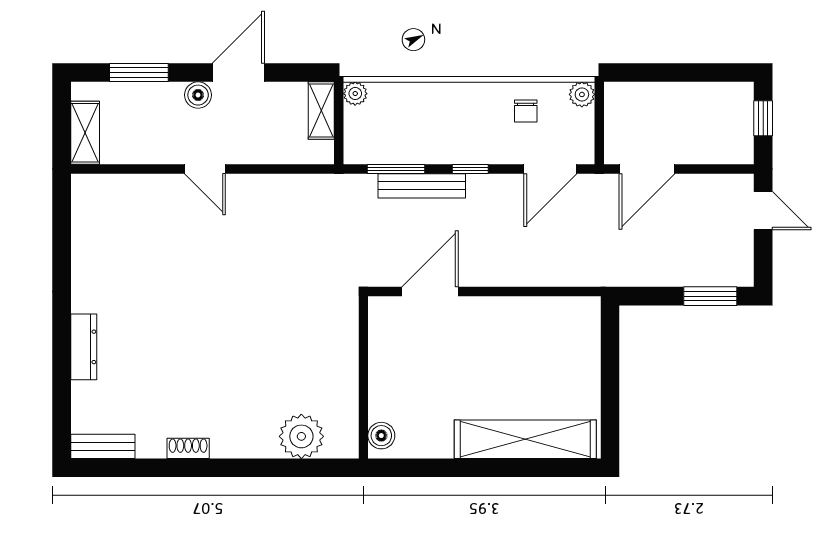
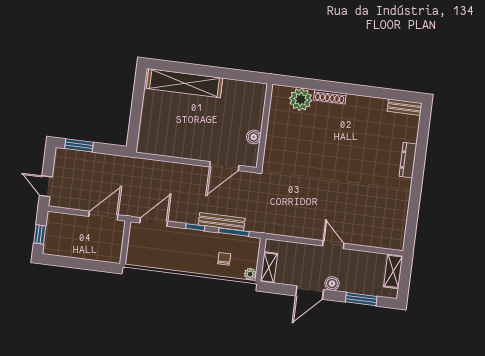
plant: (582, 94) -> (132, 259), removed
chair: (526, 111) -> (224, 259), moved
boiler: (381, 436) -> (254, 137), moved
shoe rack: (188, 448) -> (330, 97), moved, width x1.43

